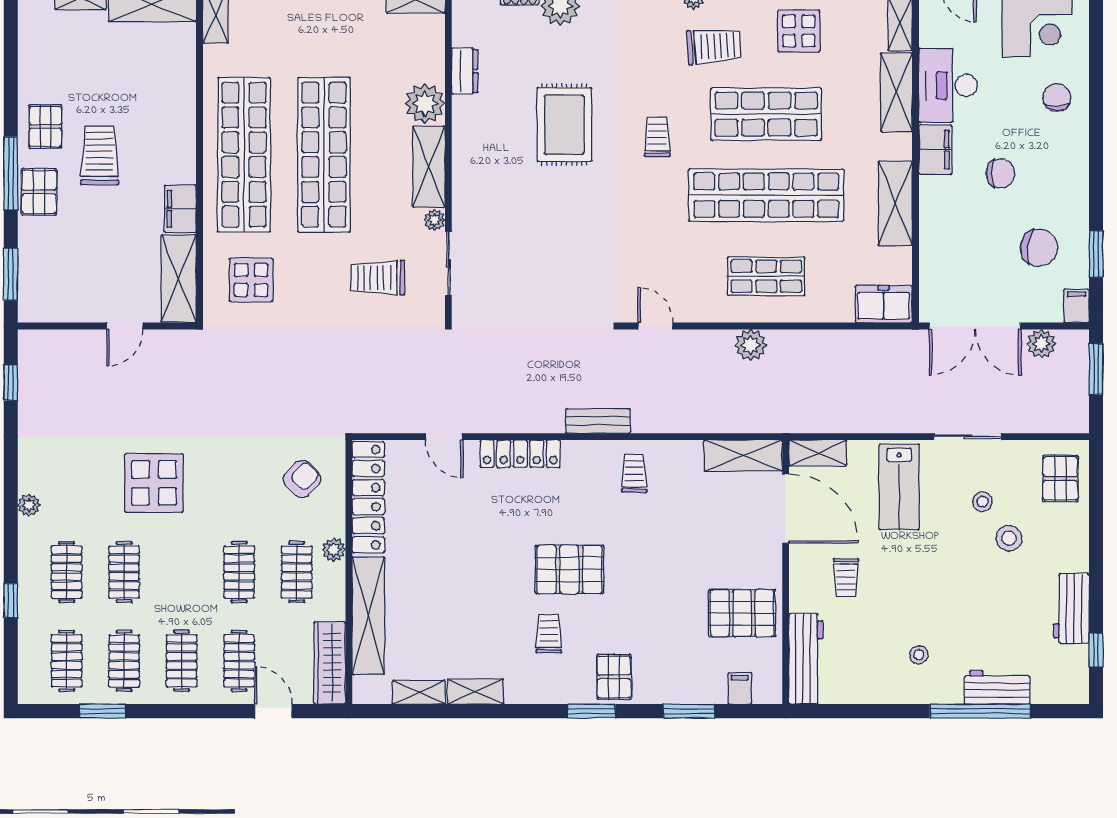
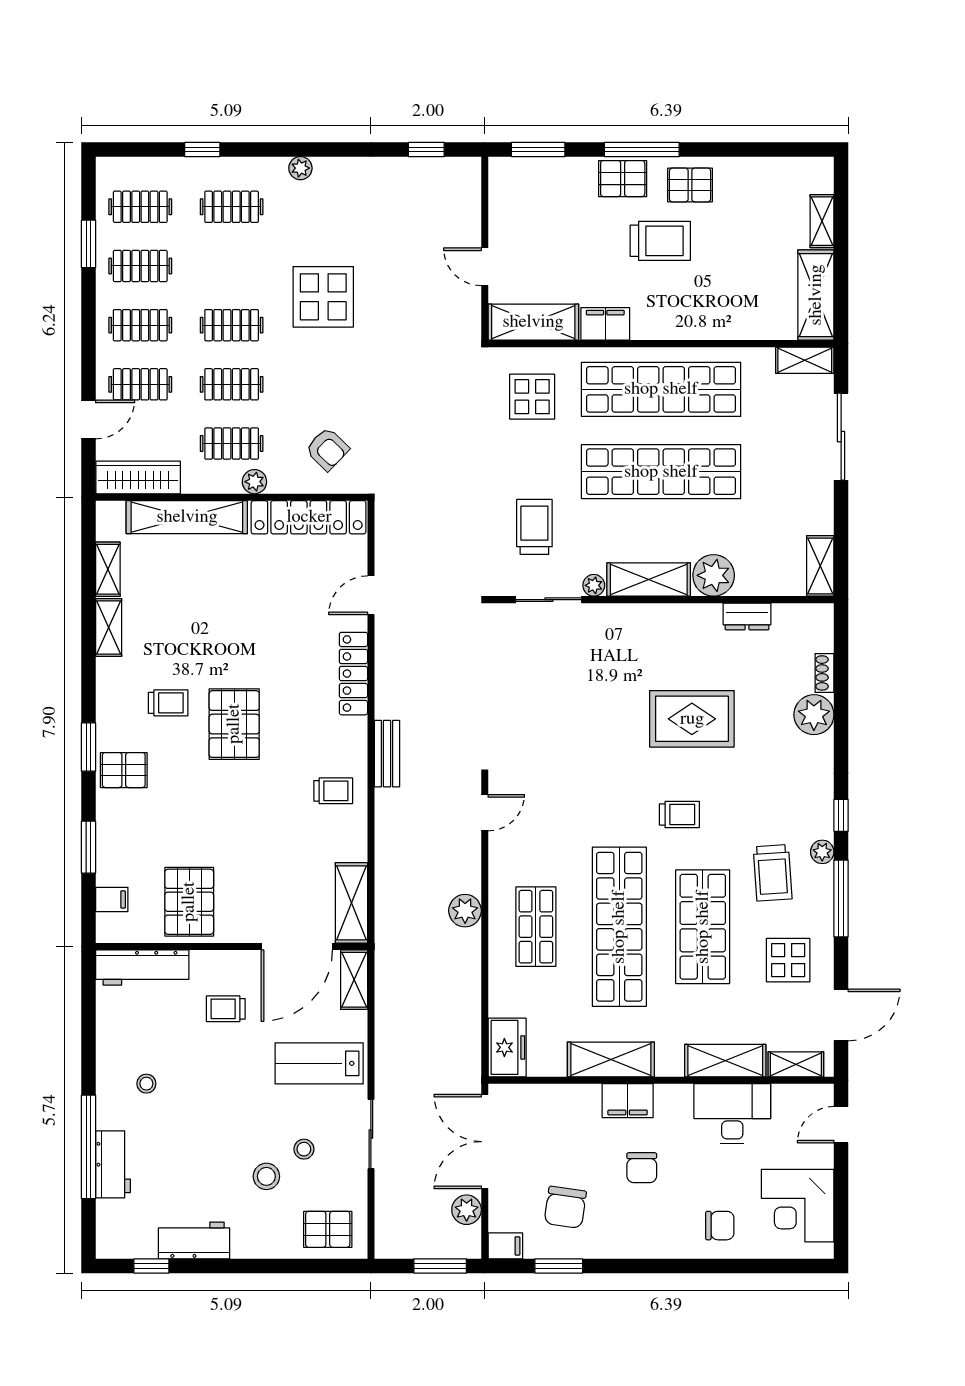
filing cabinet: (935, 150) -> (628, 1101), moved
clothes rail: (124, 572) -> (232, 325), moved

